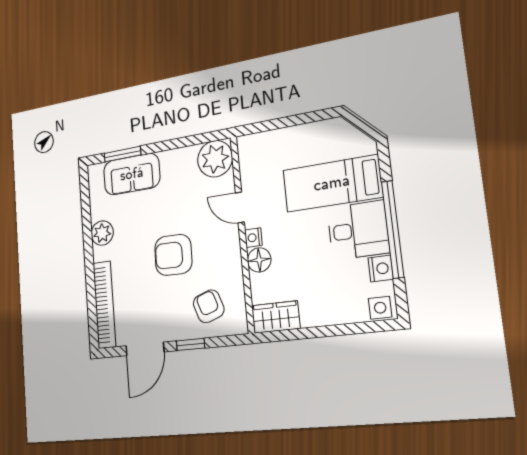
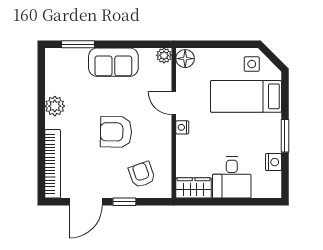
plant: (215, 159) -> (164, 55), width x0.53, depth x0.53
sofa: (132, 174) -> (113, 62), moved
window: (393, 229) -> (285, 136), width x0.47
desk: (358, 230) -> (232, 178), moved, turned 90
floor lamp: (259, 260) -> (185, 59), moved
side table: (380, 308) -> (252, 64), moved

